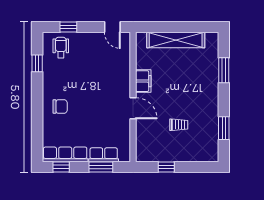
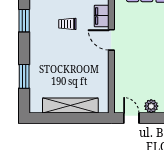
plant: (92, 39) -> (151, 106), added
filing cabinet: (143, 81) -> (102, 16), moved

